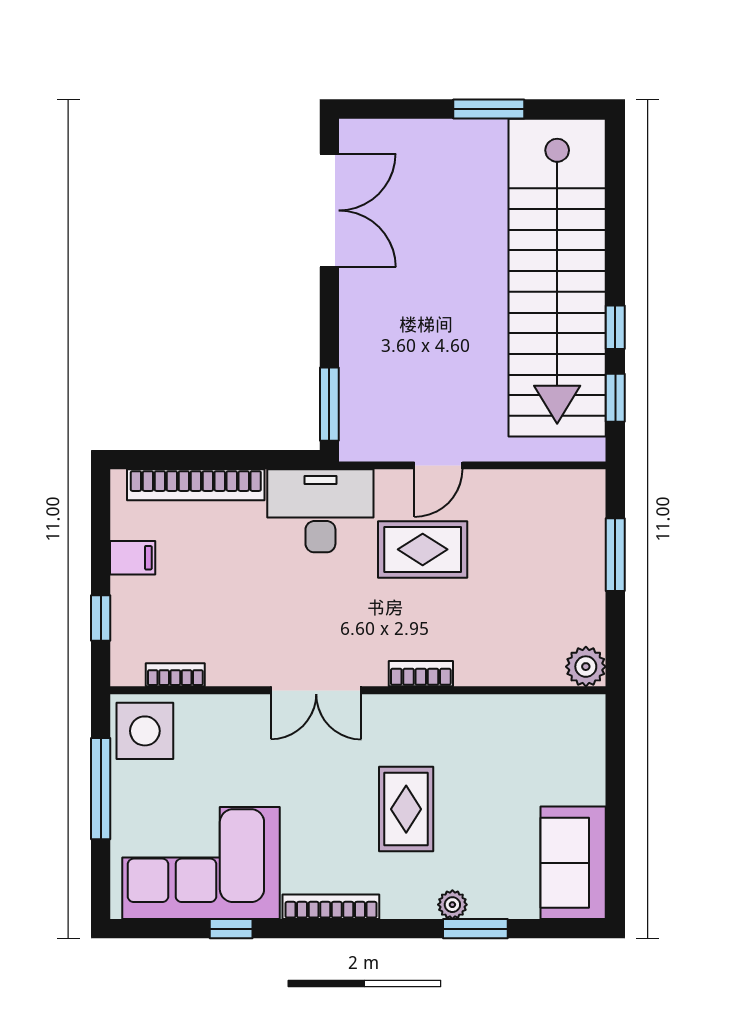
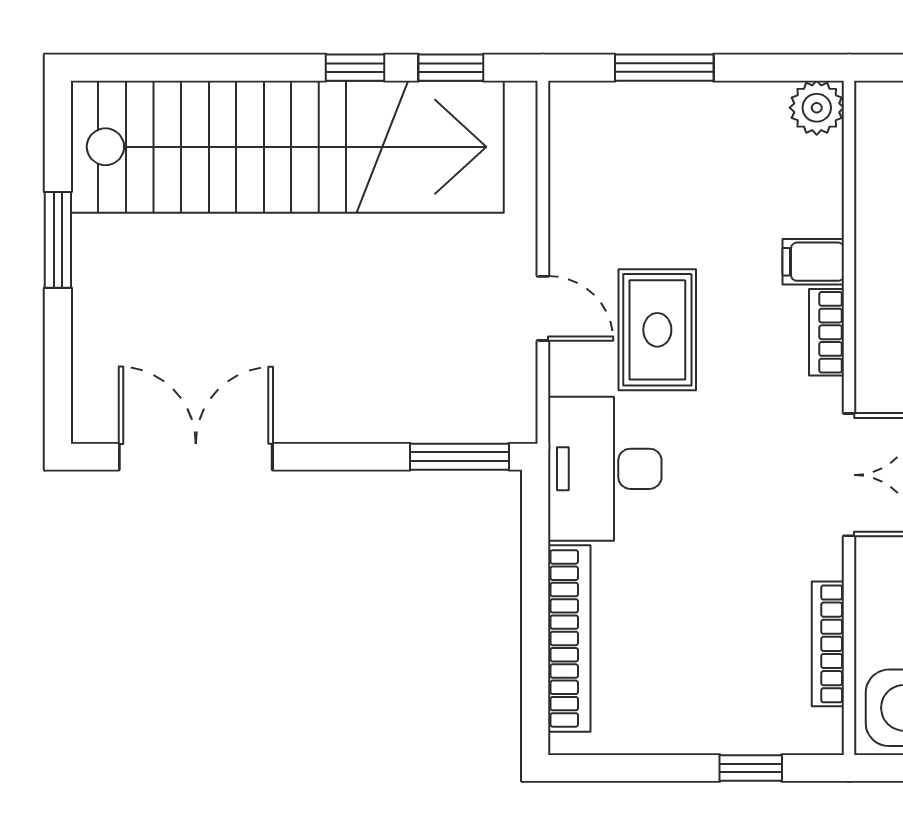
filing cabinet: (133, 558) -> (813, 262), moved, turned -90
bookcase: (175, 675) -> (828, 644), width x1.56

